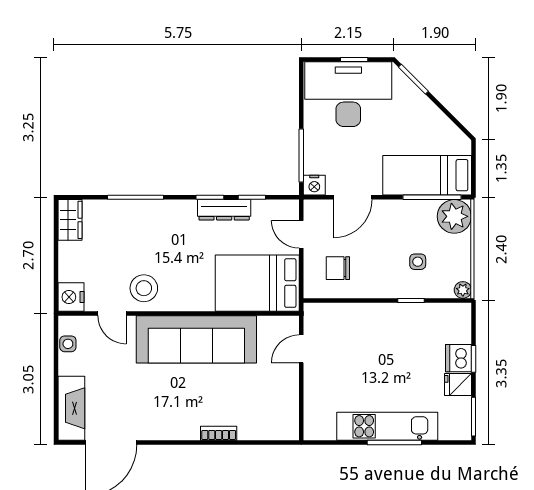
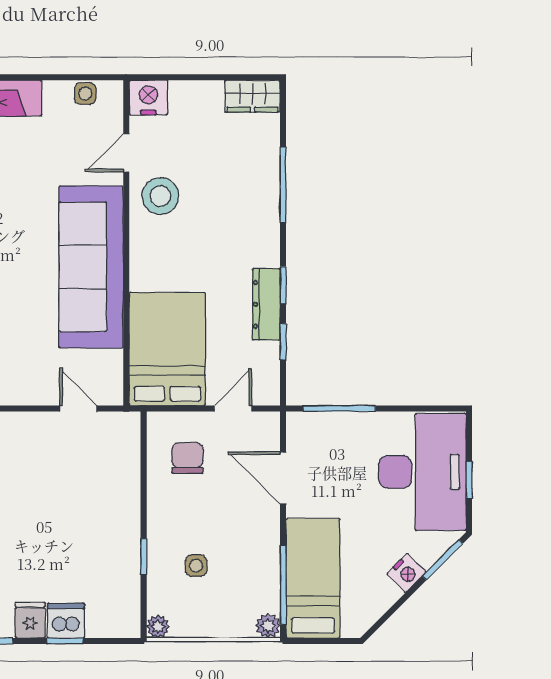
nightstand: (314, 185) -> (406, 573), moved, turned -135
plant: (454, 216) -> (268, 626), width x0.53, depth x0.53

